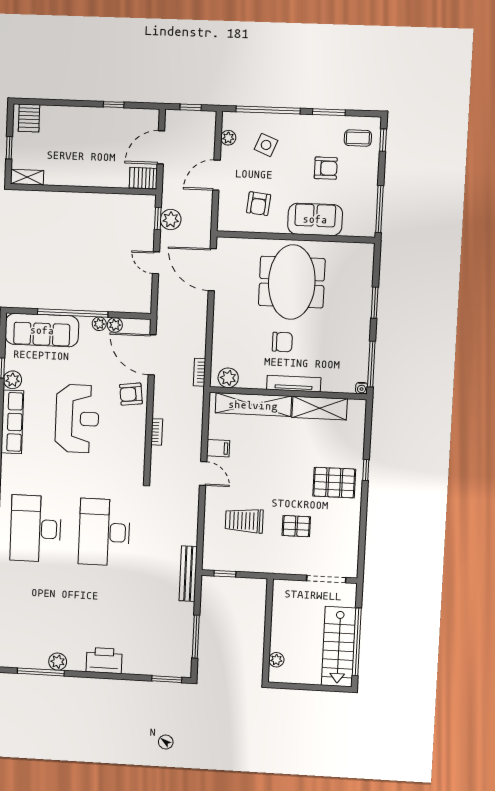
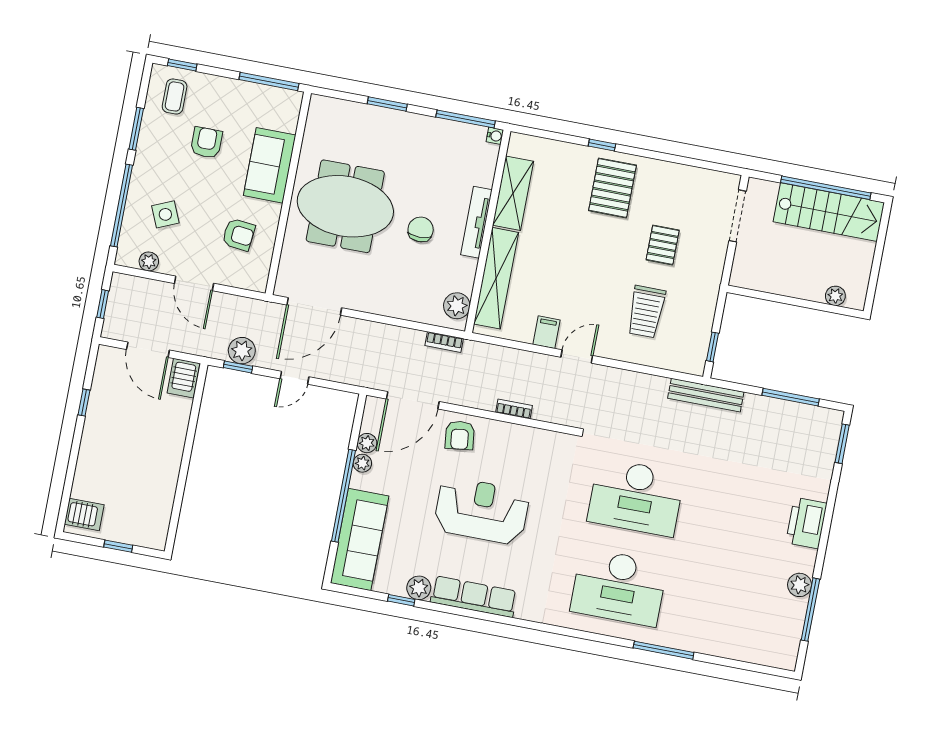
side table: (266, 145) -> (165, 214), turned 45
shelving: (27, 177) -> (159, 529), removed

